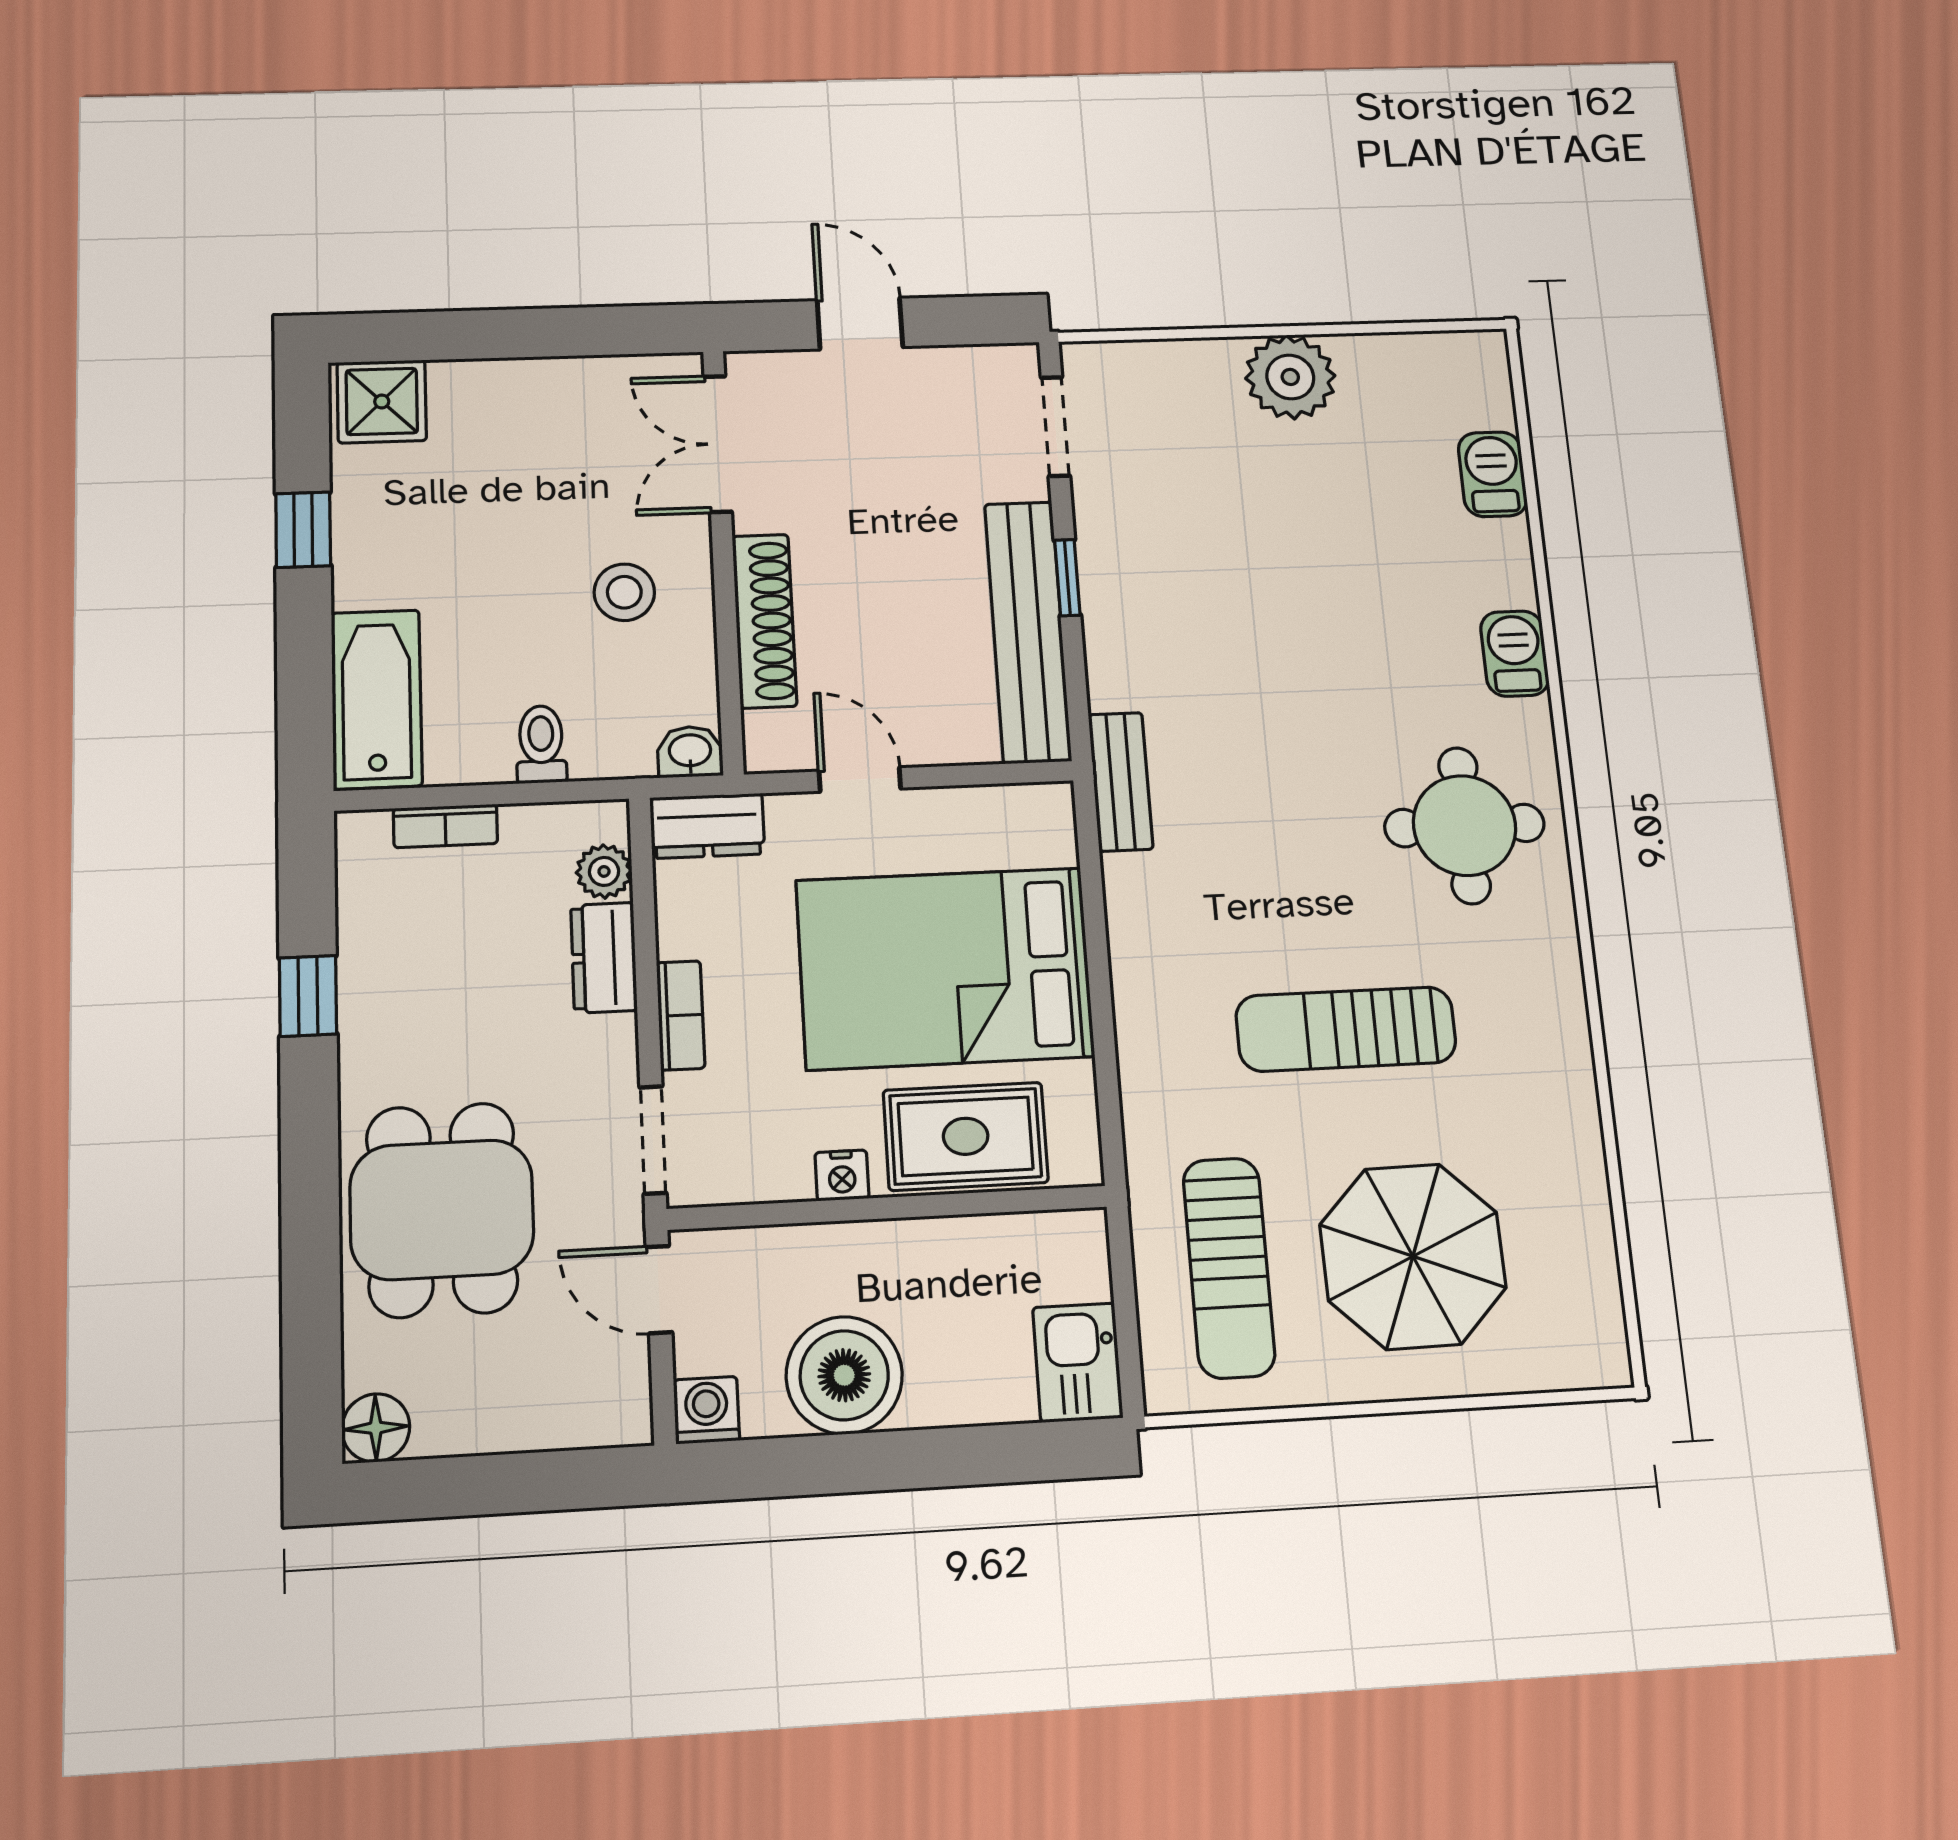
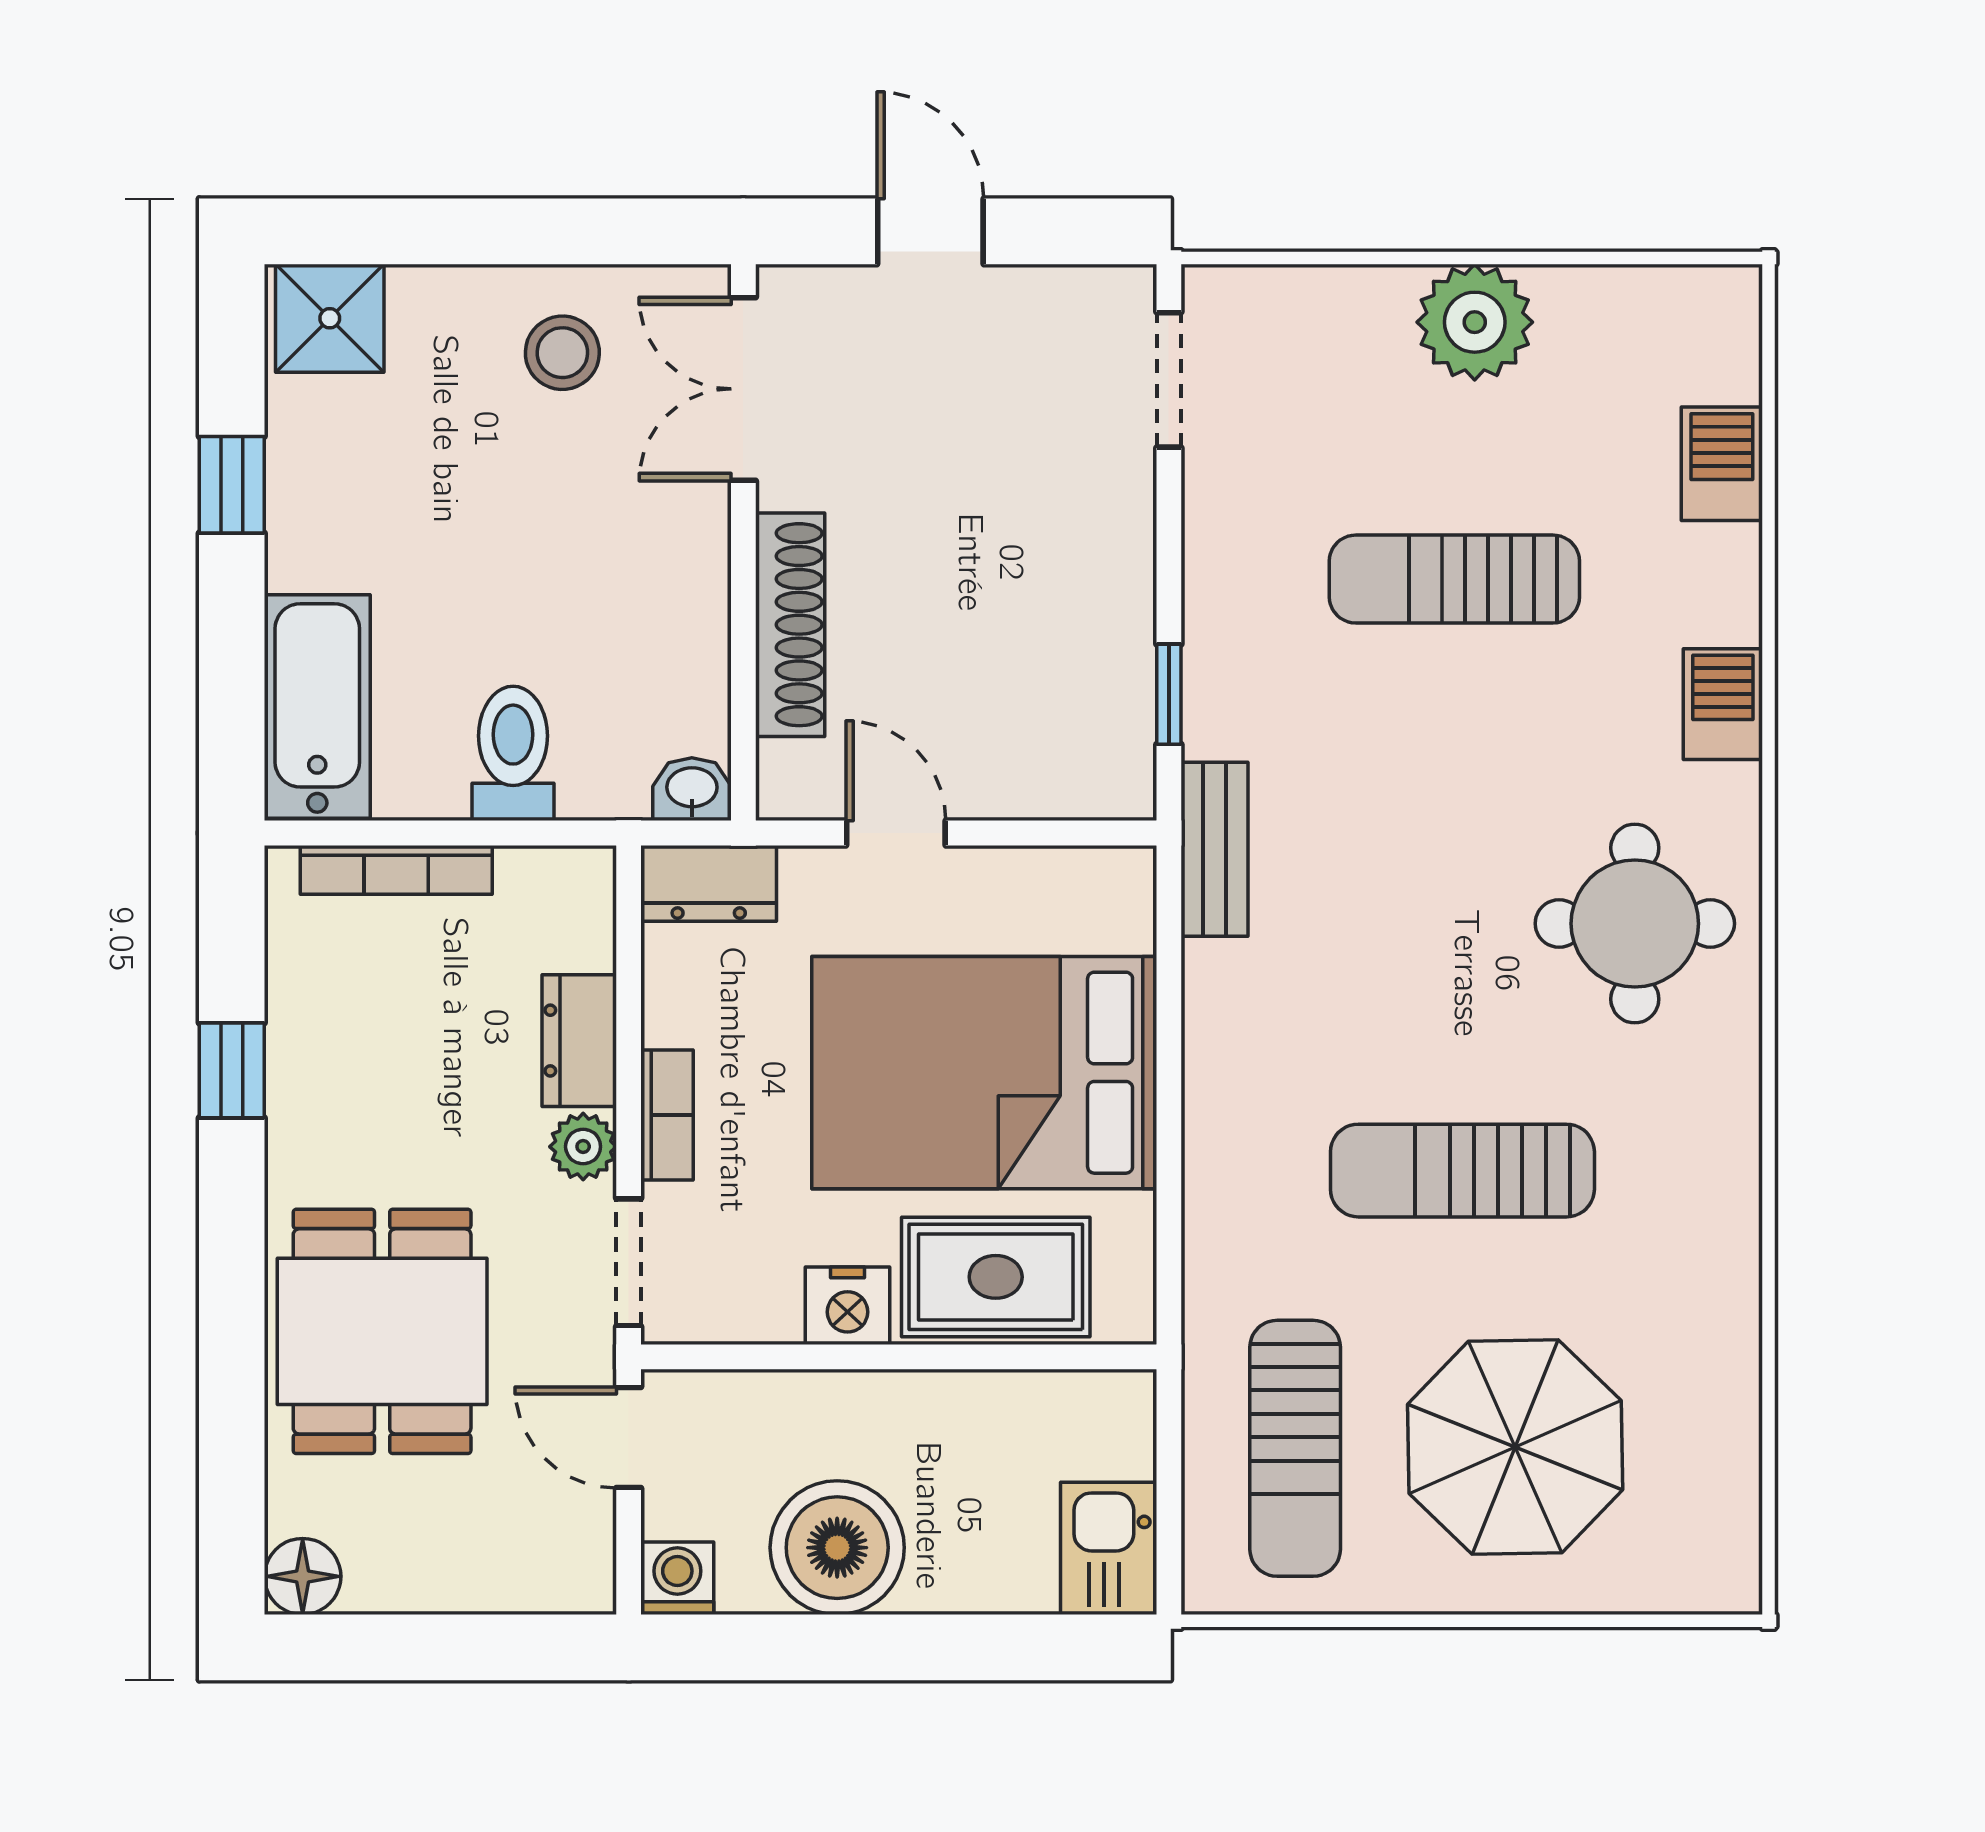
sun lounger: (1293, 567) -> (1454, 579), added
window: (1067, 578) -> (1169, 694), moved
stool: (624, 592) -> (562, 353), moved
bench: (1028, 631) -> (1114, 651), removed
toilet: (541, 744) -> (513, 753), width x1.37, depth x1.39
bookcase: (445, 826) -> (396, 870), width x1.56
plant: (604, 871) -> (583, 1147), moved
nightstand: (842, 1175) -> (847, 1306), width x1.39, depth x1.35

